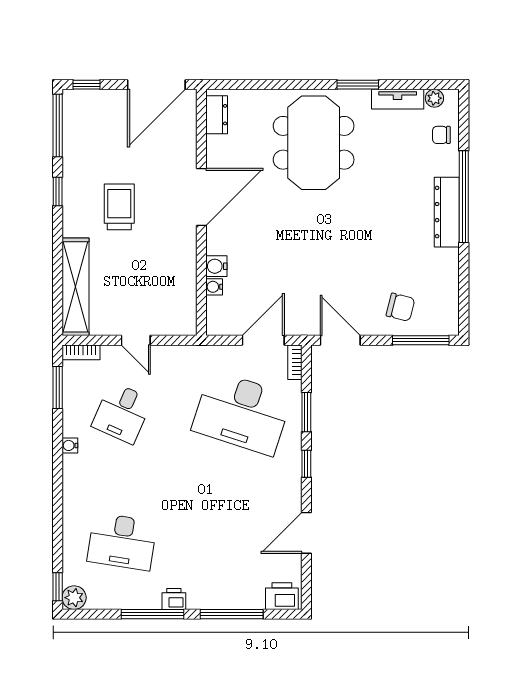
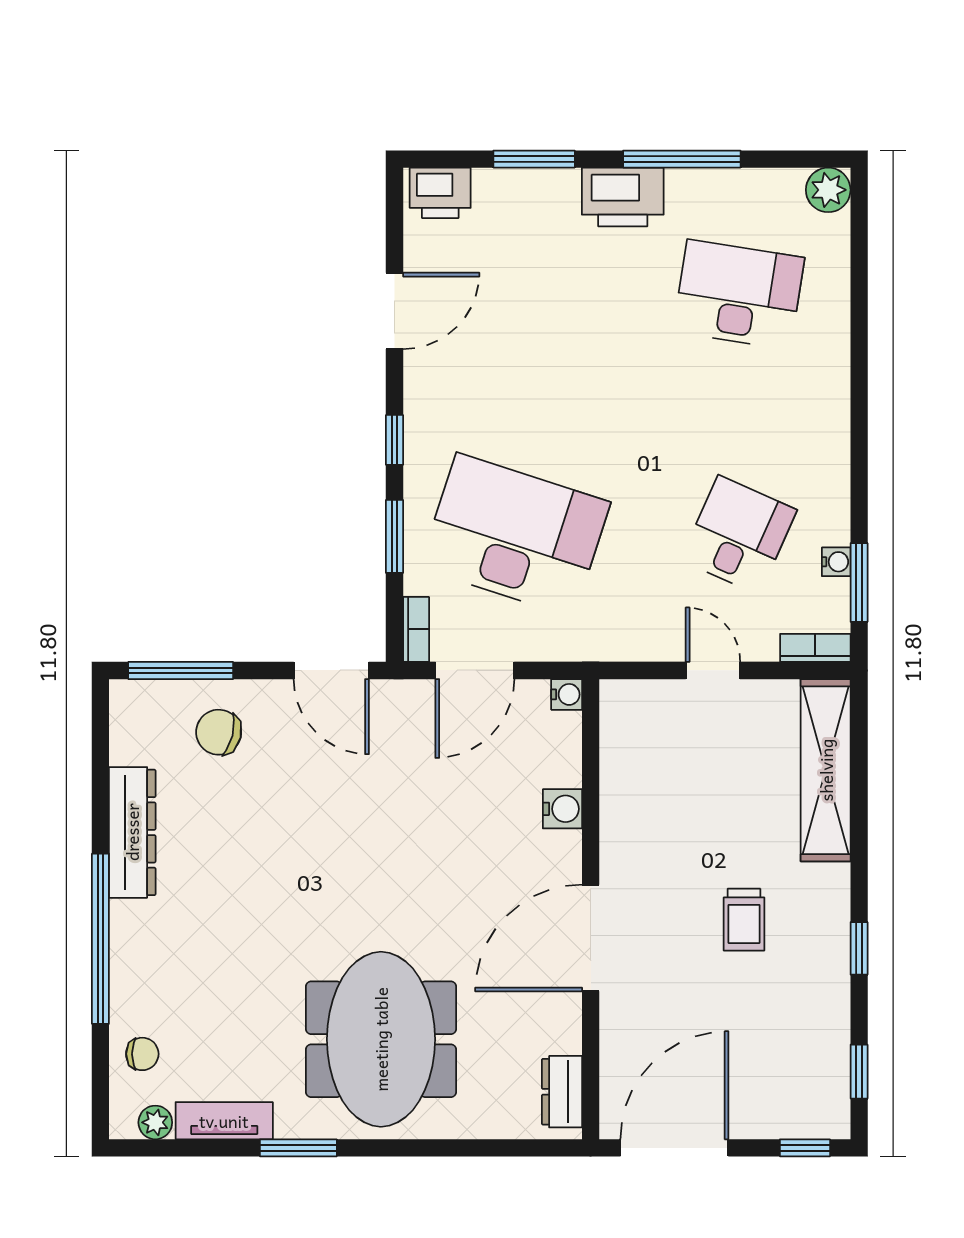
window: (58, 125) -> (859, 1072), width x0.46
trolley: (119, 207) -> (744, 920), width x0.73, depth x0.72
dresser: (447, 212) -> (132, 832), moved
water cooler: (214, 287) -> (567, 694), moved
water cooler: (70, 445) -> (836, 562), moved
window: (58, 587) -> (859, 210), removed
printer: (174, 599) -> (623, 197), width x1.87, depth x1.48
window: (232, 614) -> (534, 159), width x0.69

